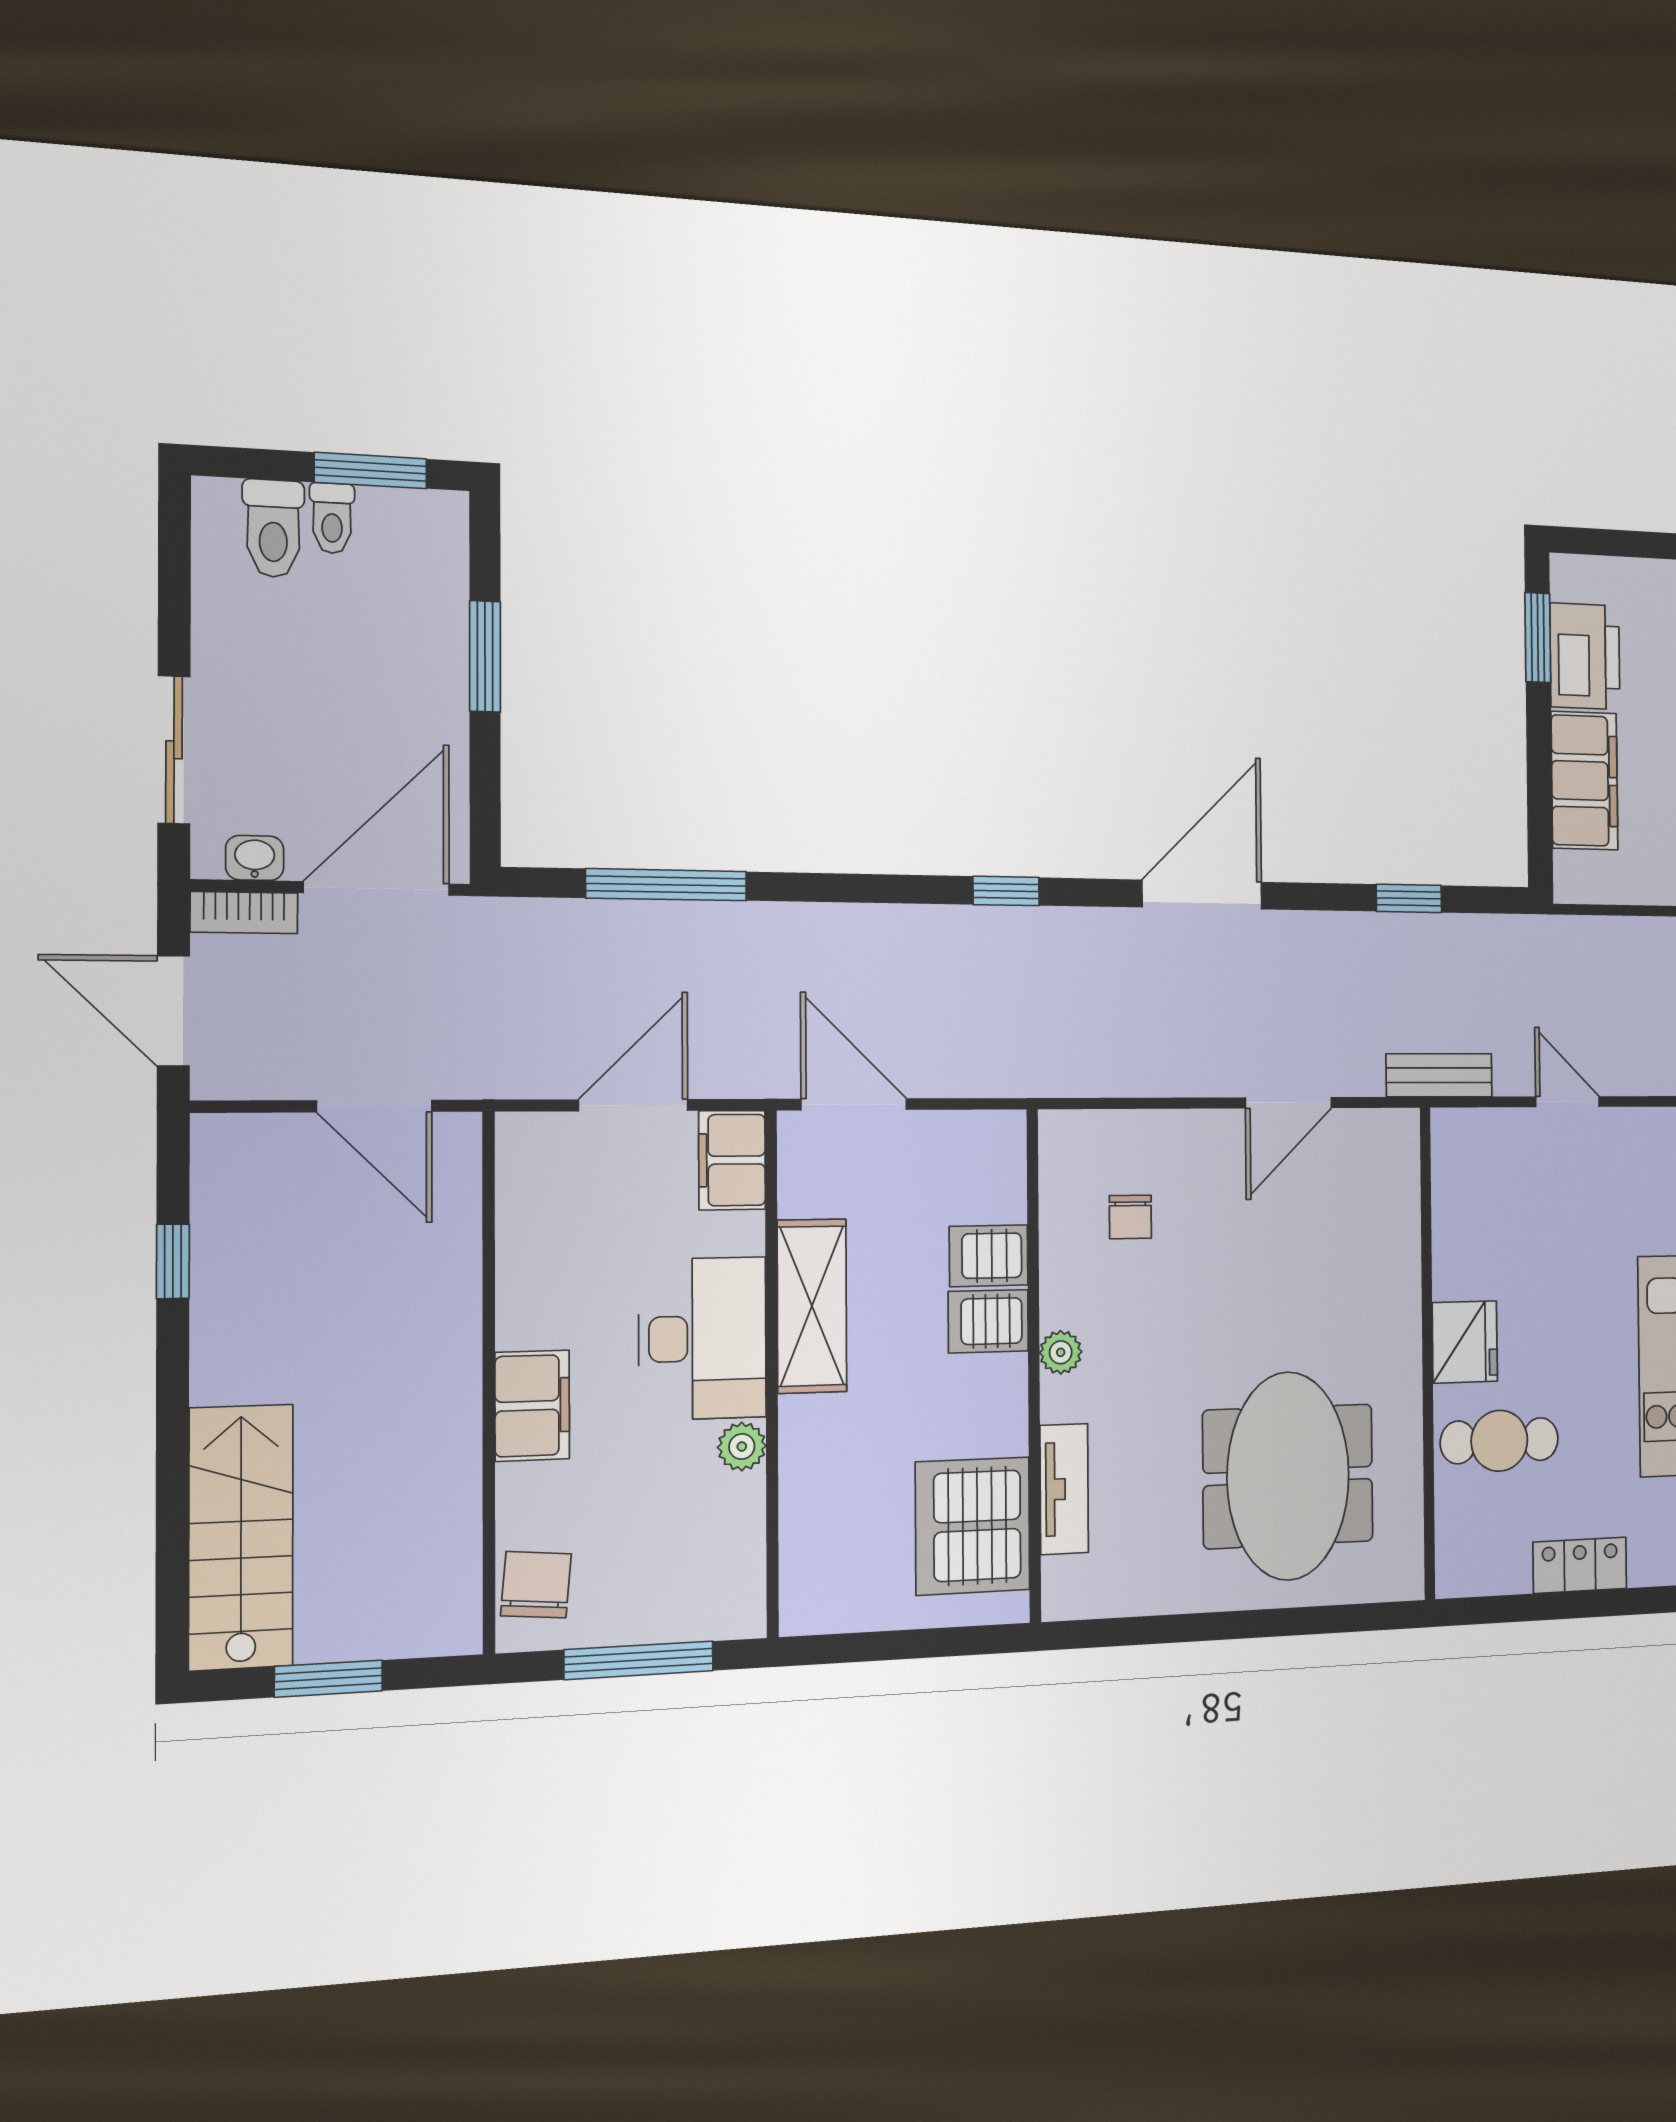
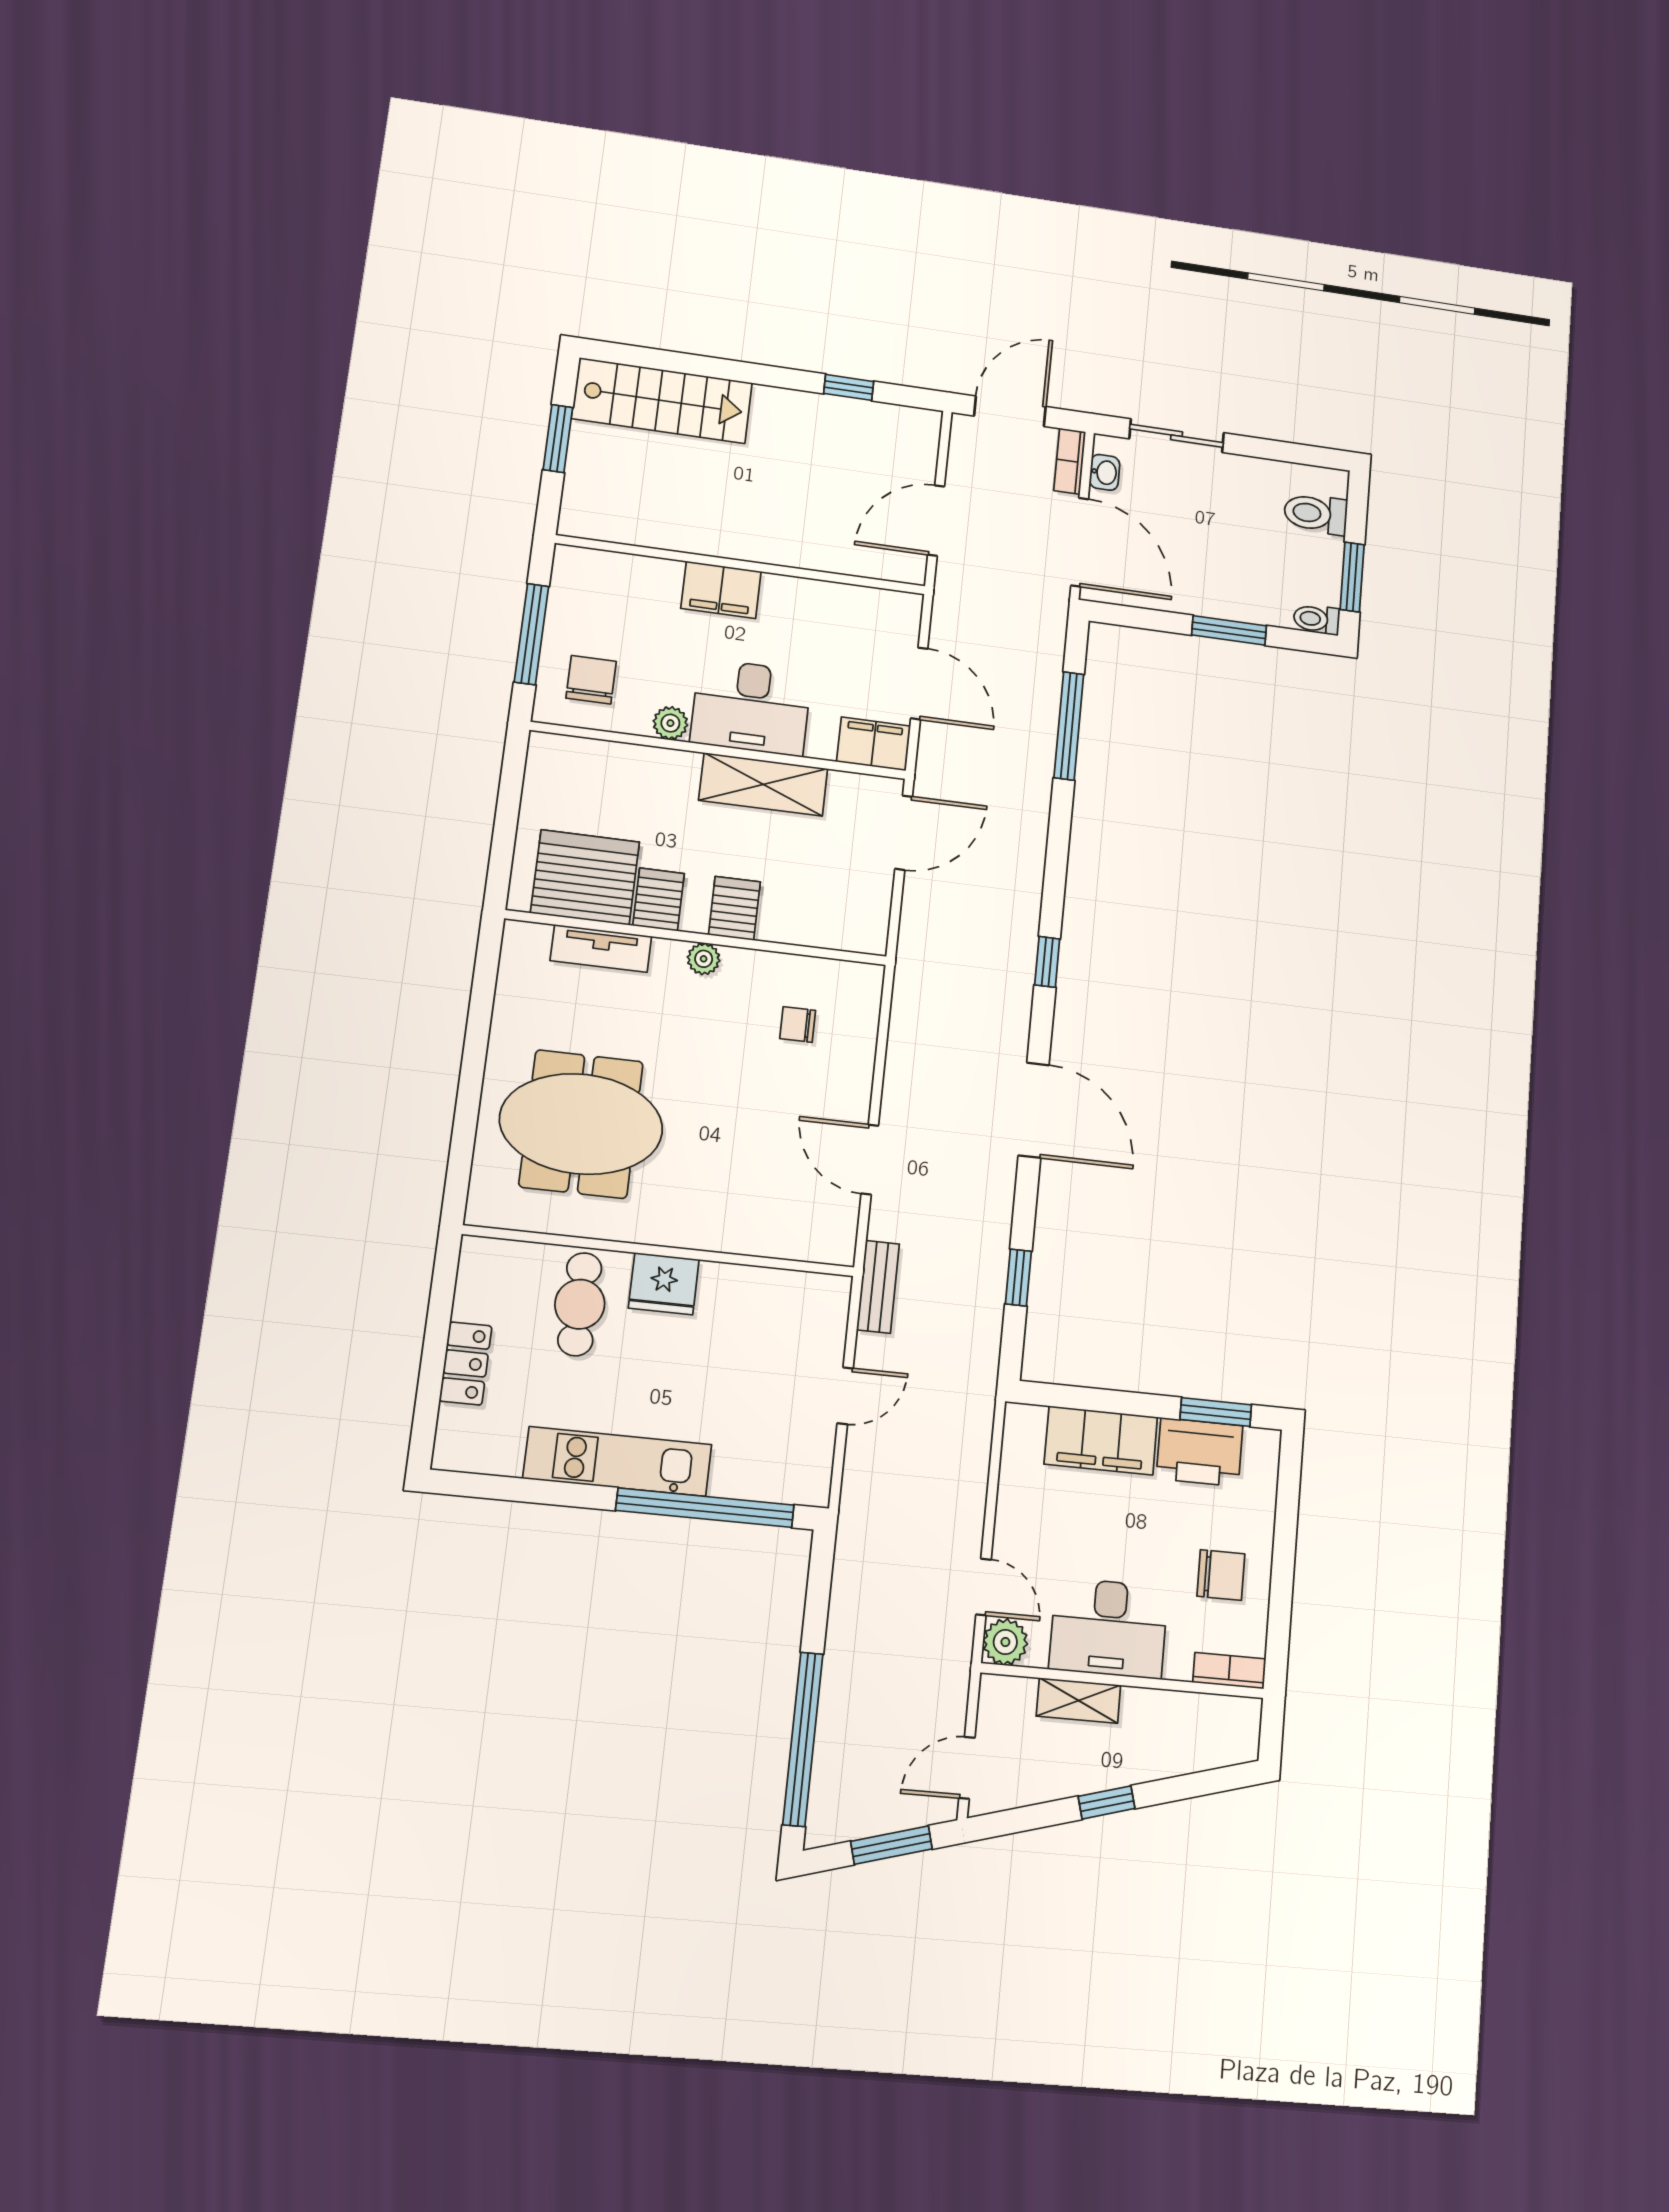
toilet: (332, 518) -> (1317, 619), moved
server rack: (989, 1256) -> (658, 899), moved
chair: (536, 1585) -> (591, 680), moved, turned -95

